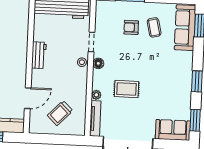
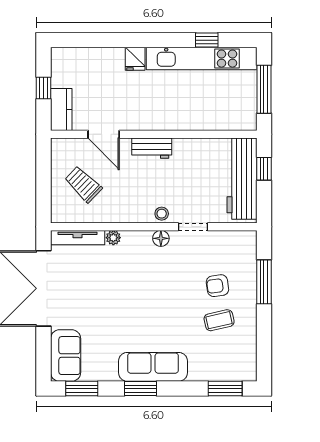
armchair: (131, 27) -> (217, 286), turned -98
sofa: (185, 28) -> (153, 367), moved
workbench: (39, 55) -> (152, 148), moved
rug: (126, 89) -> (124, 283), removed

